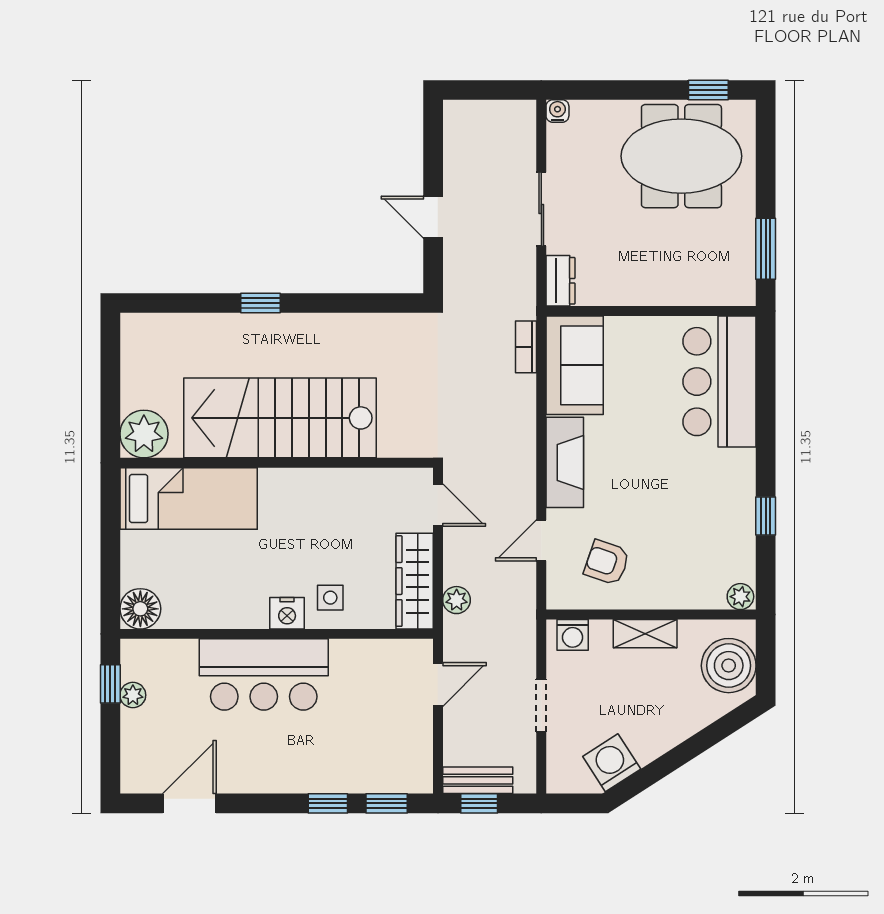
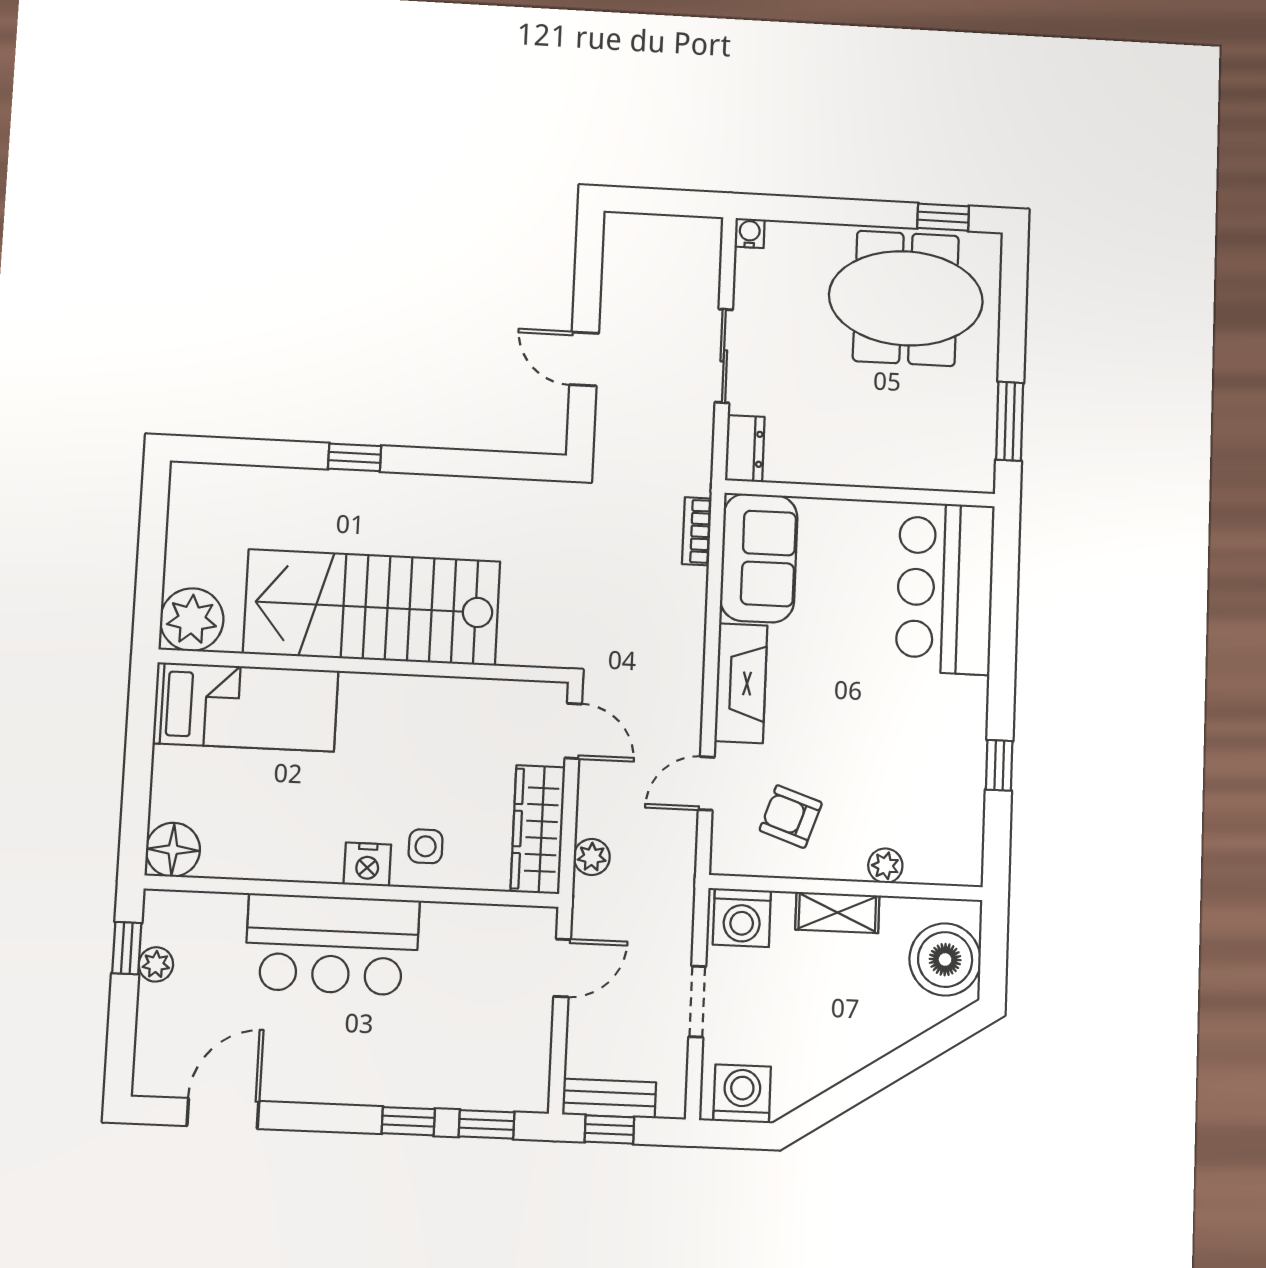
plant: (740, 597) -> (885, 866), moved
washing machine: (573, 635) -> (742, 918), width x1.38, depth x1.38
washing machine: (612, 763) -> (742, 1094), moved, turned 33

